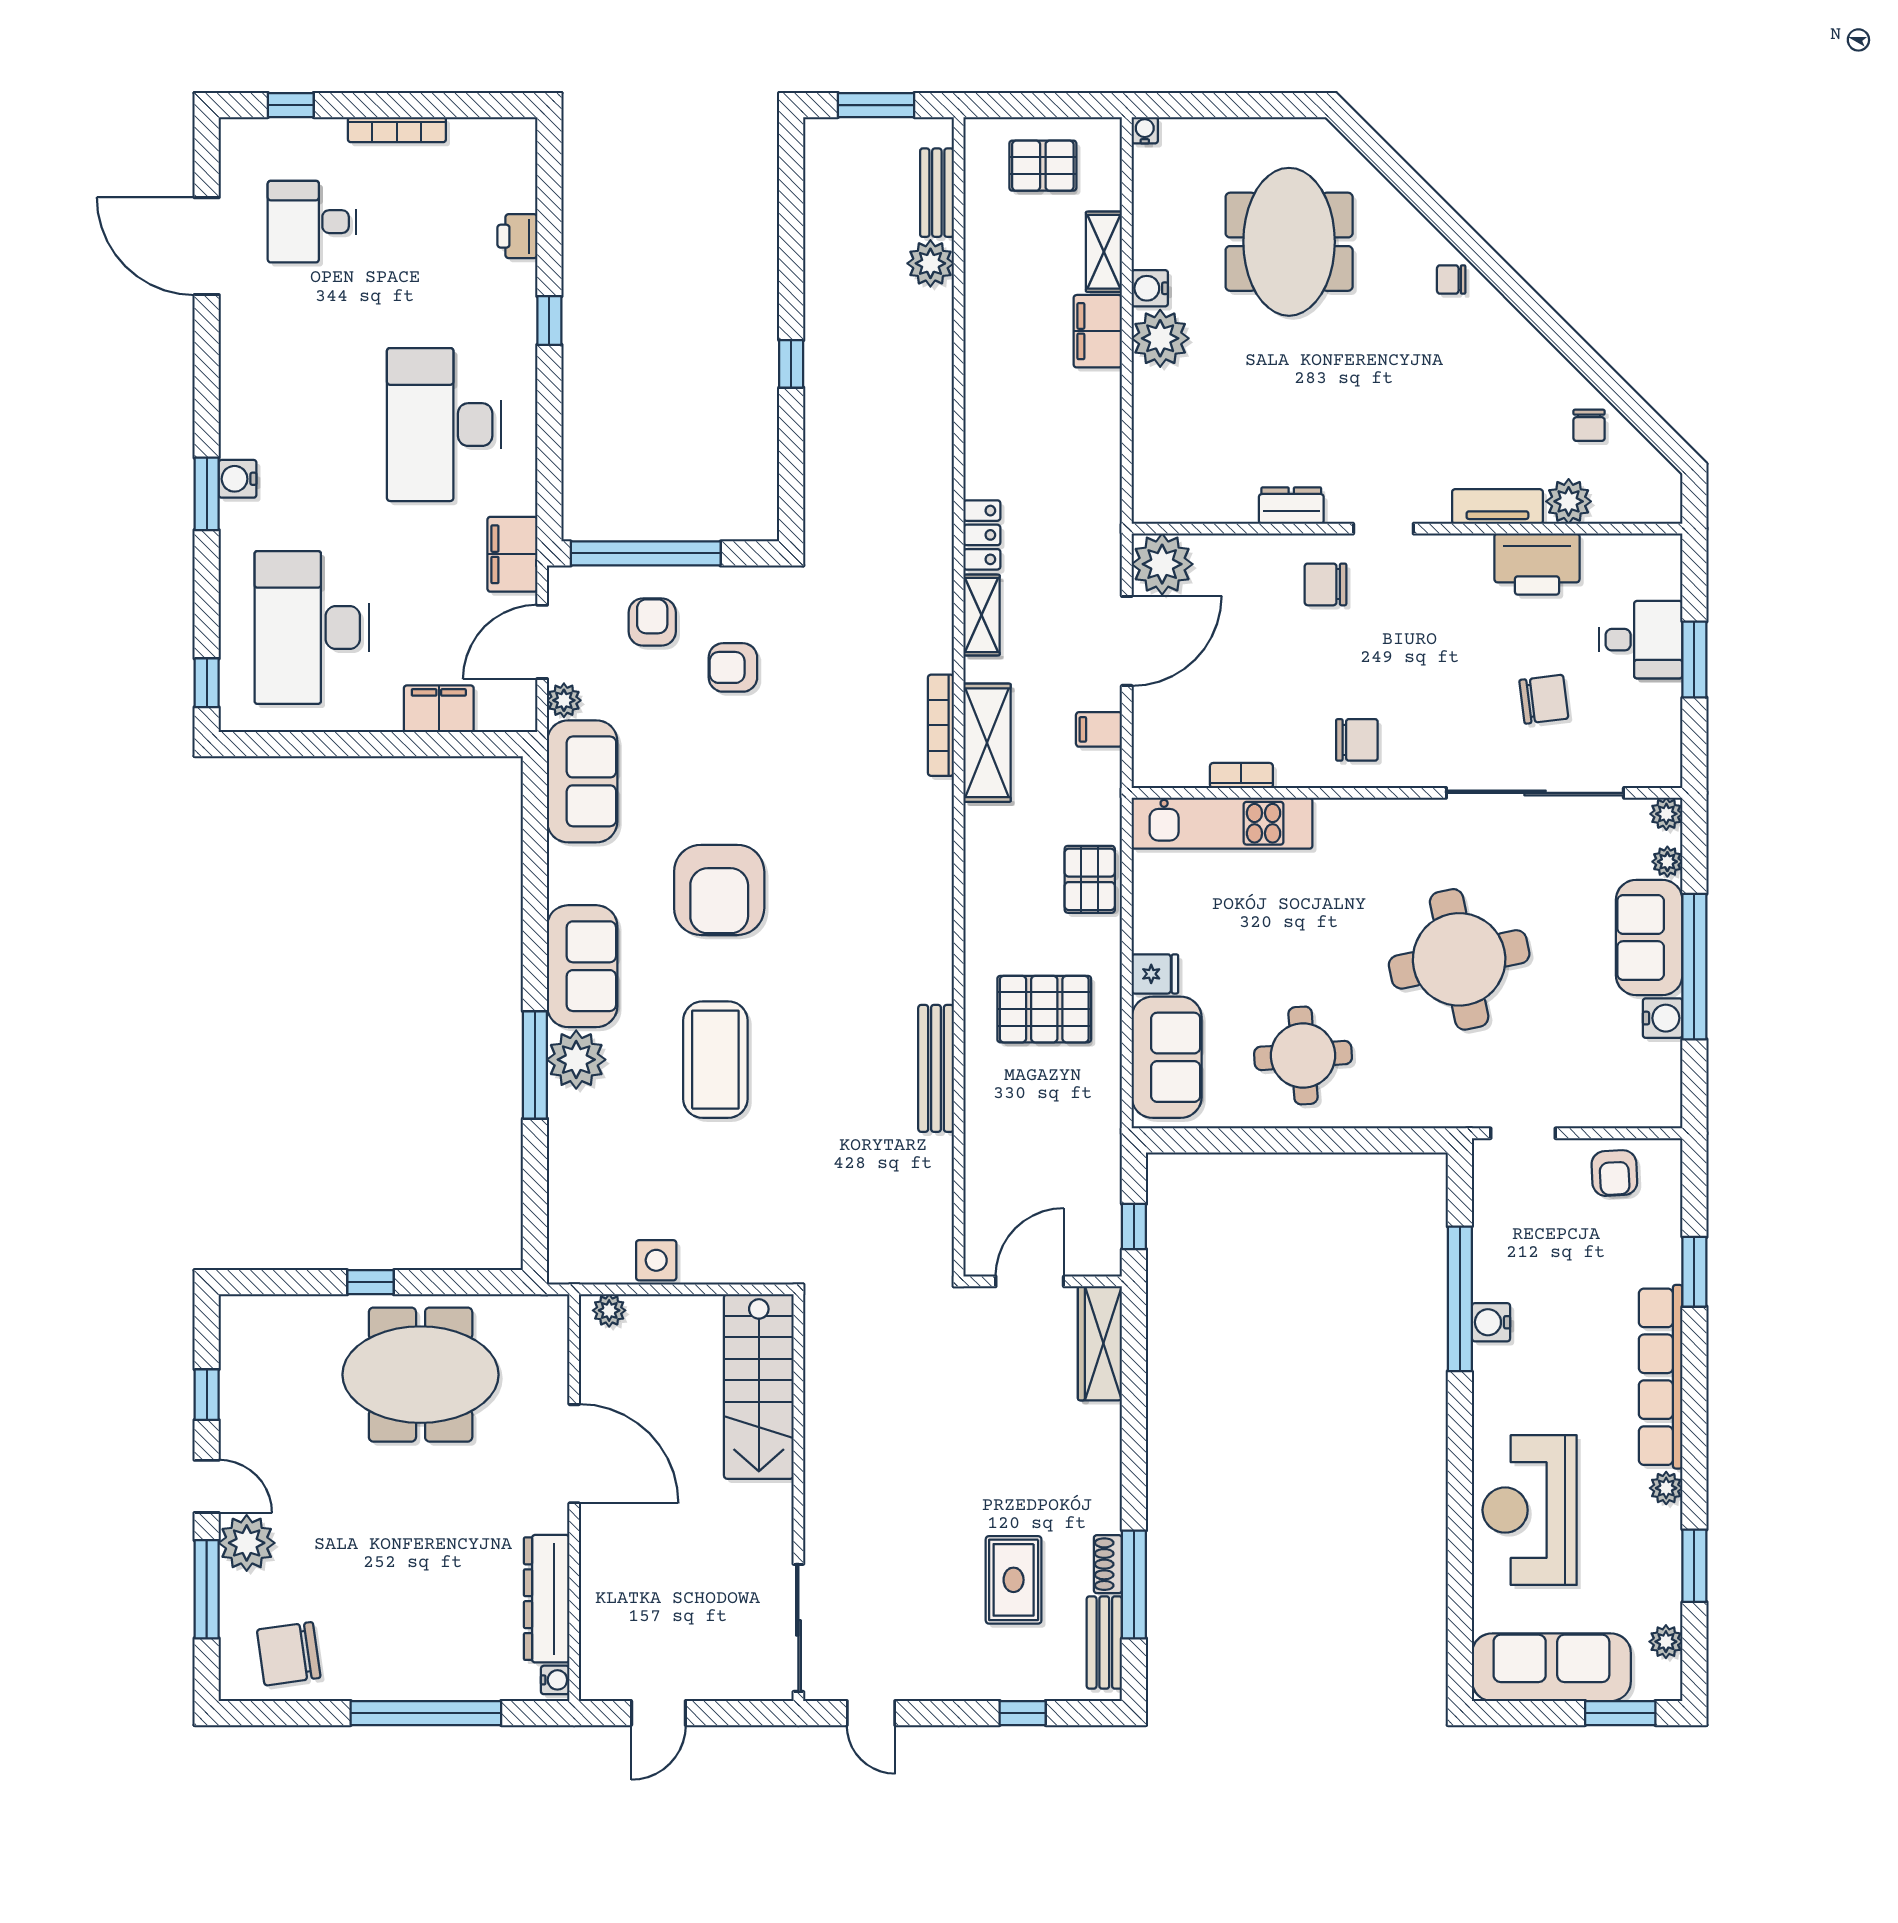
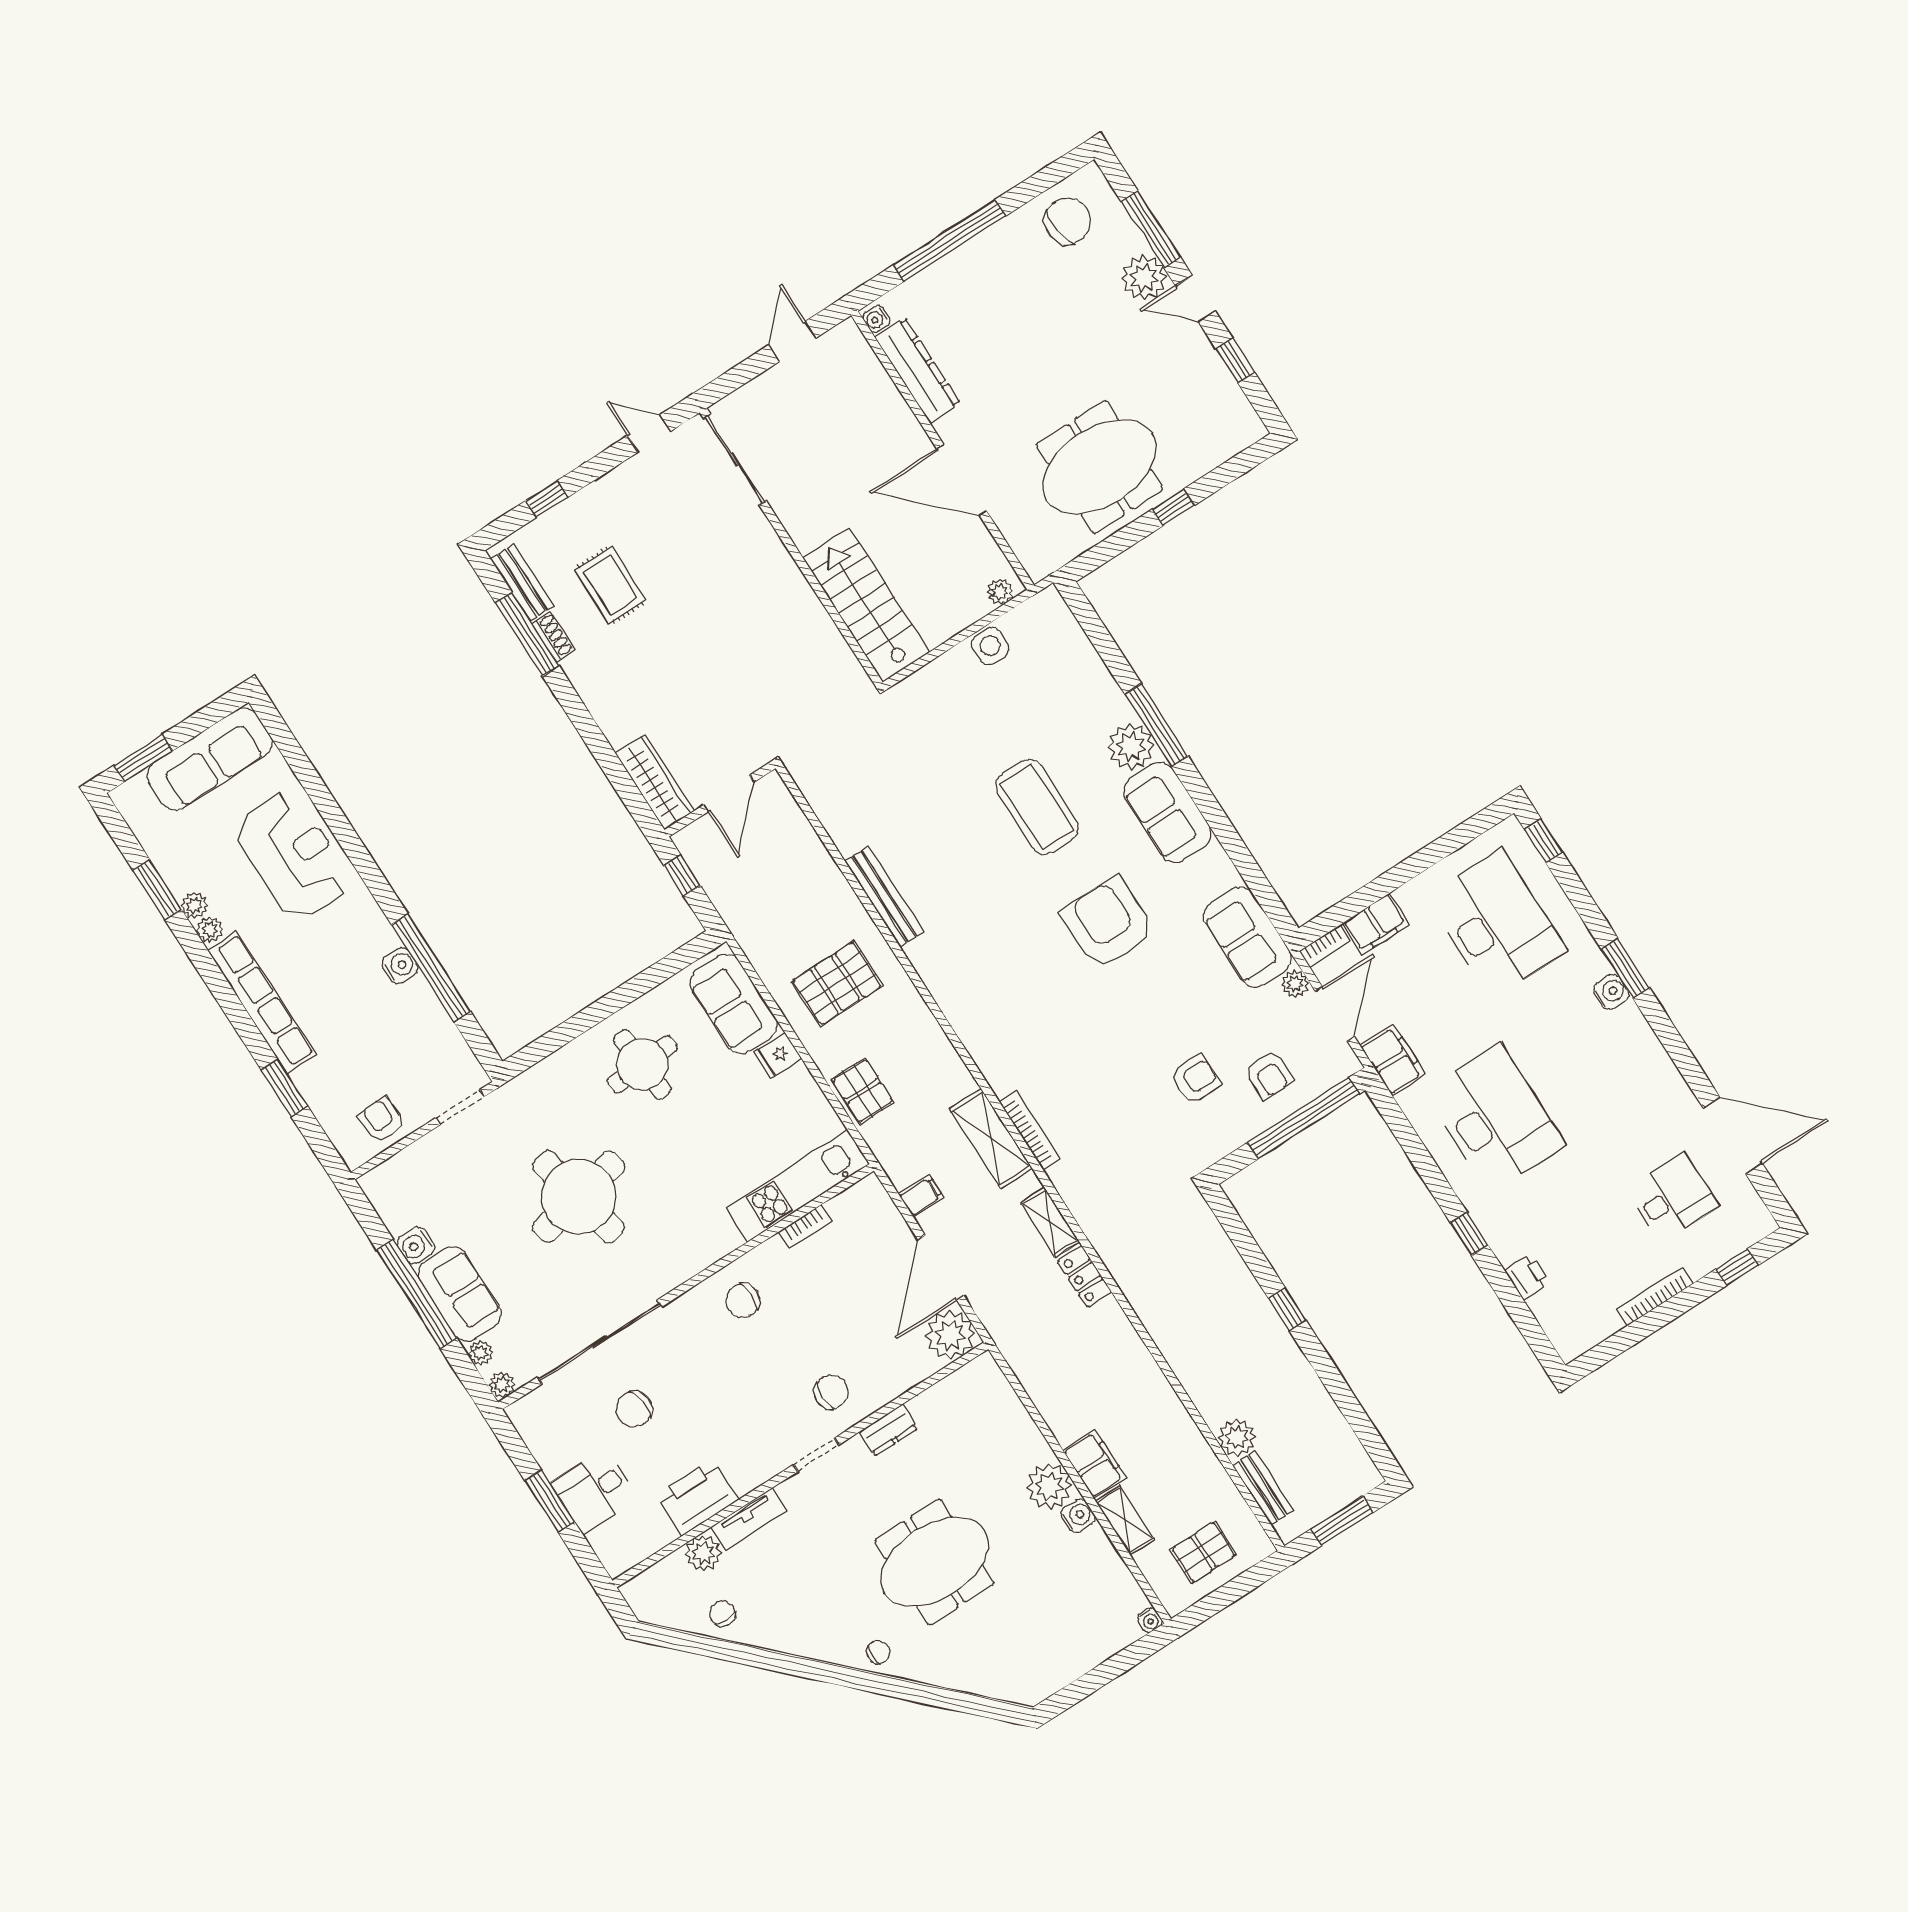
meeting table: (1289, 242) -> (934, 1562), moved, turned 90
bookcase: (507, 720) -> (1325, 946), added
plant: (1666, 1642) -> (194, 905), moved

